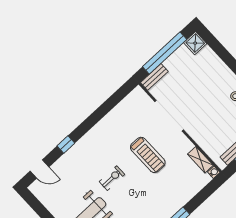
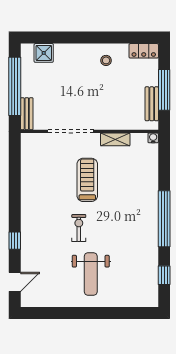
shower: (195, 43) -> (44, 53), moved
treadmill: (148, 155) -> (87, 180), turned -90
shelving: (200, 160) -> (115, 139), moved

